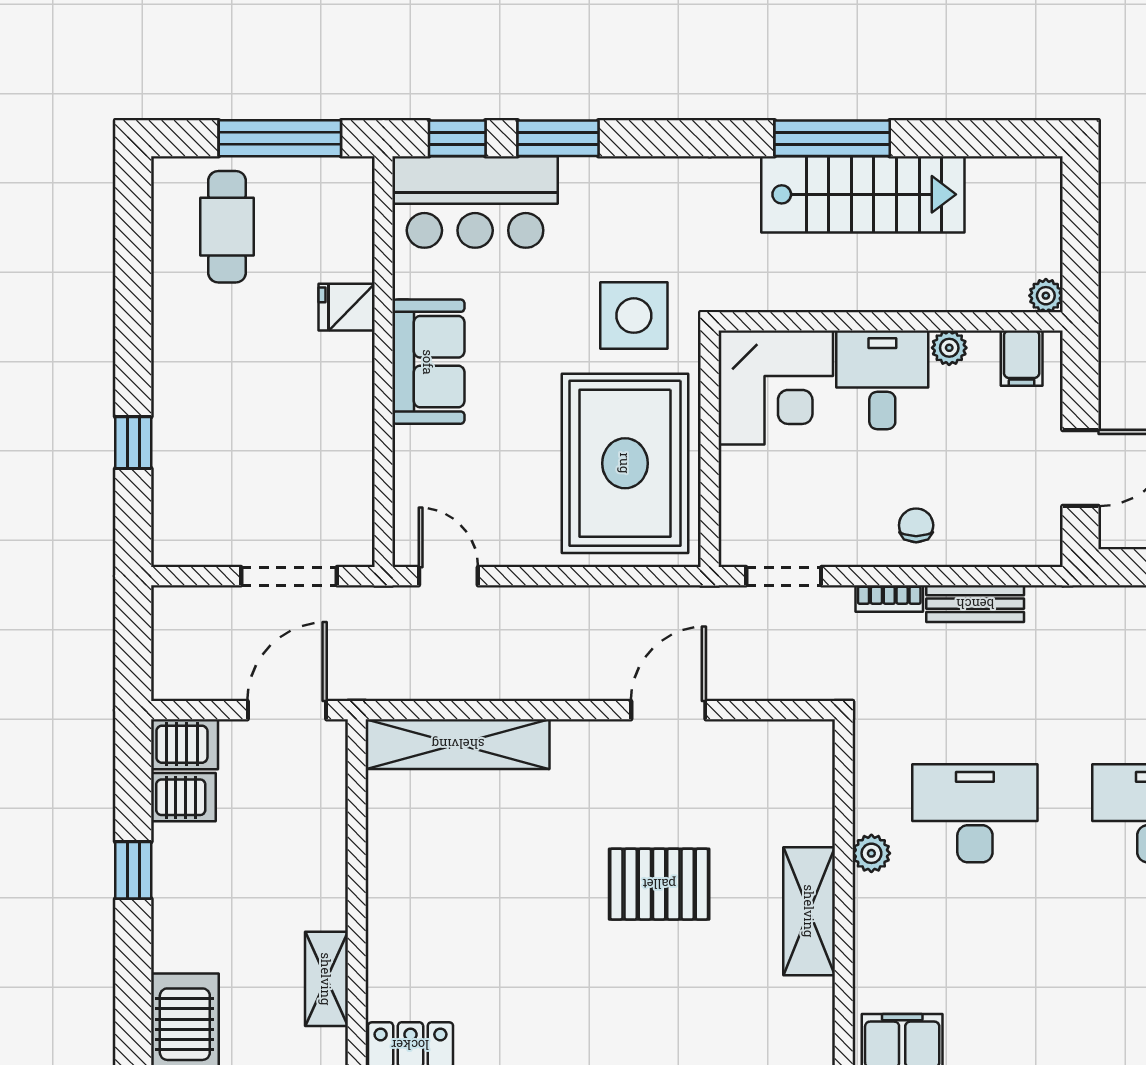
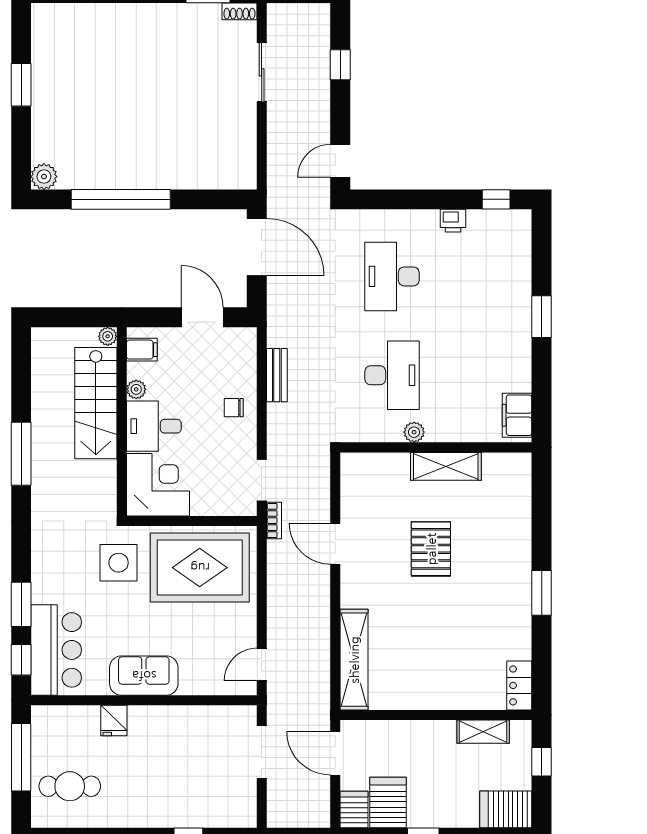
stairs: (863, 194) -> (96, 403), moved, turned 180
bookcase: (889, 598) -> (274, 521), moved
server rack: (183, 797) -> (388, 802), width x1.36, depth x1.44
desk: (975, 813) -> (392, 375), turned 180

